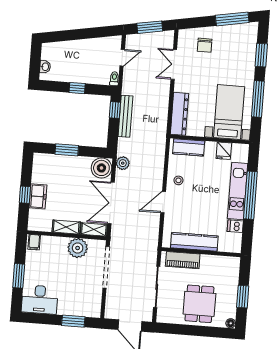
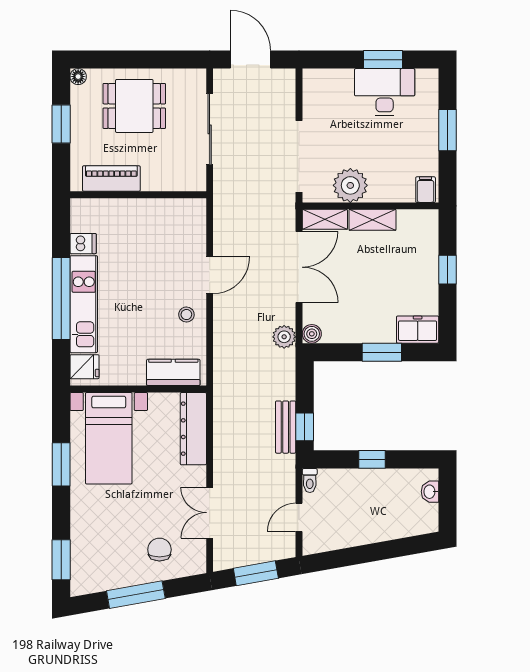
window: (232, 19) -> (136, 595), moved
window: (261, 55) -> (61, 560), moved
double door: (174, 64) -> (210, 513), swing flipped
window: (258, 99) -> (61, 464), width x0.69
bench: (125, 116) -> (286, 427), width x0.73
fridge: (224, 151) -> (84, 367), moved, turned 90
boiler: (101, 168) -> (312, 334), width x0.54, depth x0.54
freezer: (38, 196) -> (418, 330), moved, turned 90
kitchen counter: (194, 242) -> (151, 211), removed
piano: (183, 260) -> (111, 179), moved
desk: (40, 300) -> (385, 92), moved
dining table: (199, 304) -> (134, 106), turned 90
window: (73, 321) -> (383, 60), moved

